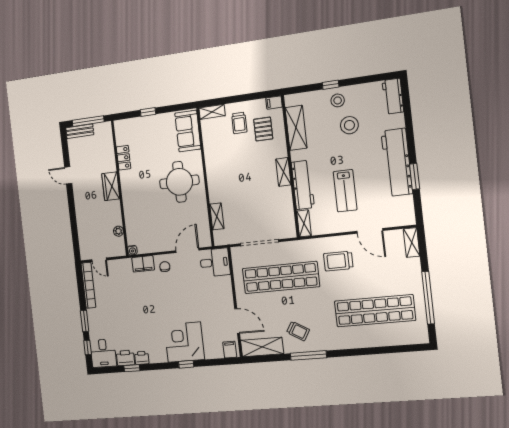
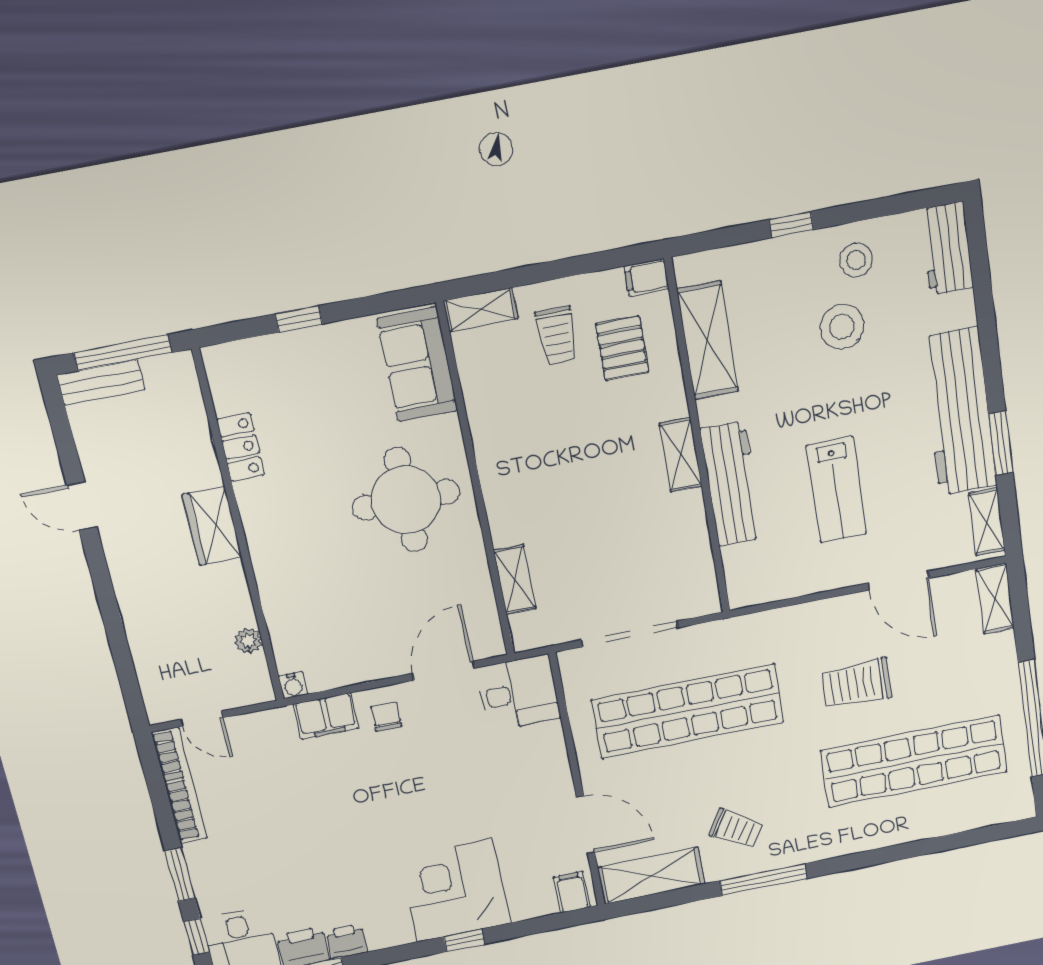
stool: (338, 100) -> (856, 260), moved
shelving: (304, 223) -> (987, 522), moved
trolley: (338, 261) -> (857, 684), moved

